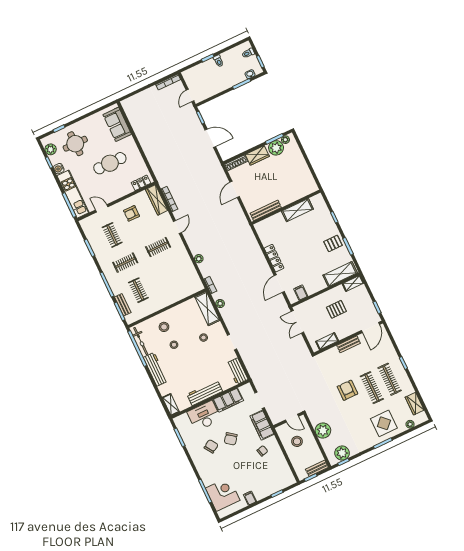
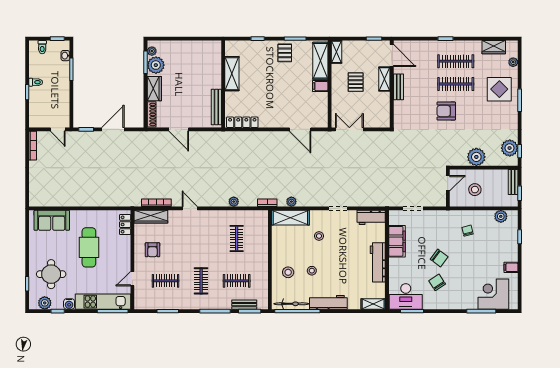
clothes rail: (158, 247) -> (237, 239), moved
locker: (274, 258) -> (242, 122), moved
filing cabinet: (301, 293) -> (320, 86), moved
double door: (297, 322) -> (349, 129), swing flipped
shelving: (327, 341) -> (384, 79), moved
desk: (204, 416) -> (406, 296), moved, turned -90
filing cabinet: (262, 425) -> (440, 218), removed
plant: (286, 471) -> (501, 216), added

